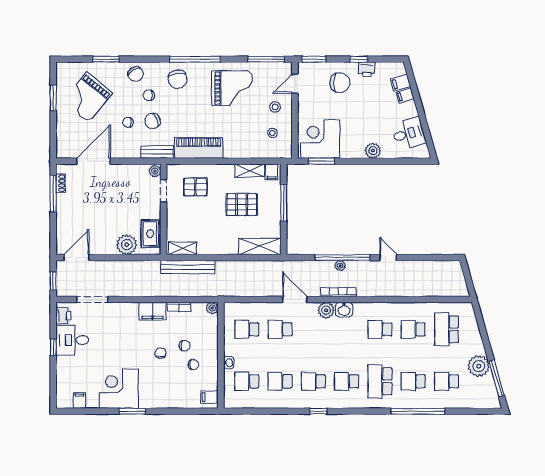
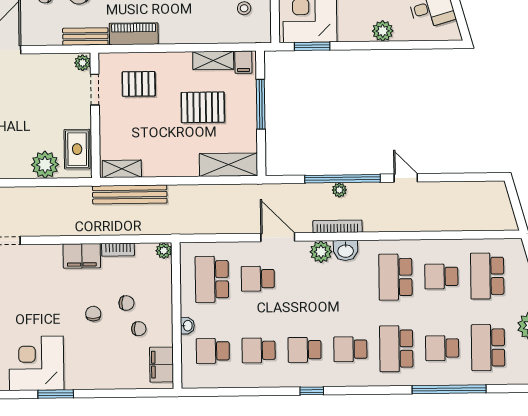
piano: (199, 148) -> (134, 34), width x0.73, depth x0.75
school desk: (247, 329) -> (212, 279), width x1.85
school desk: (380, 329) -> (395, 277), width x1.85
school desk: (447, 381) -> (488, 348), width x1.85
filing cabinet: (210, 397) -> (162, 365), width x2.00

